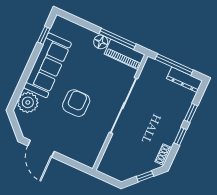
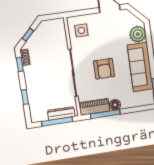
dresser: (184, 80) -> (61, 113), moved
armchair: (76, 103) -> (104, 69), moved
window: (180, 136) -> (20, 64), moved
side table: (86, 145) -> (81, 30), added

